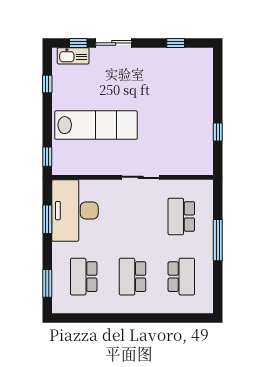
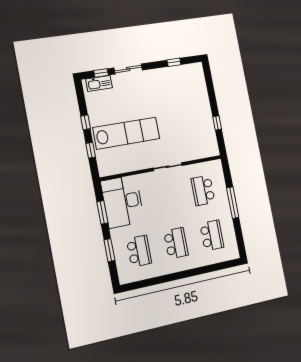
window: (47, 84) -> (86, 122), moved
window: (47, 157) -> (91, 150), moved
school desk: (84, 277) -> (139, 251), turned 180
school desk: (132, 277) -> (176, 243), turned 180
window: (47, 283) -> (109, 250), moved

